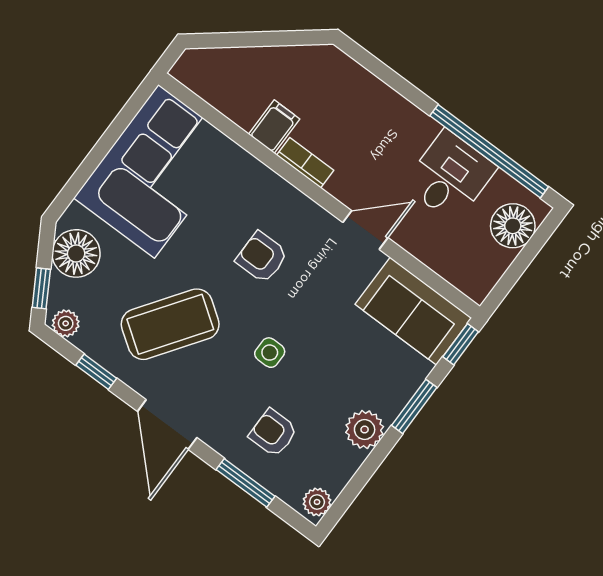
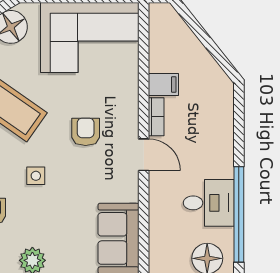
door: (365, 230) -> (144, 155), moved

